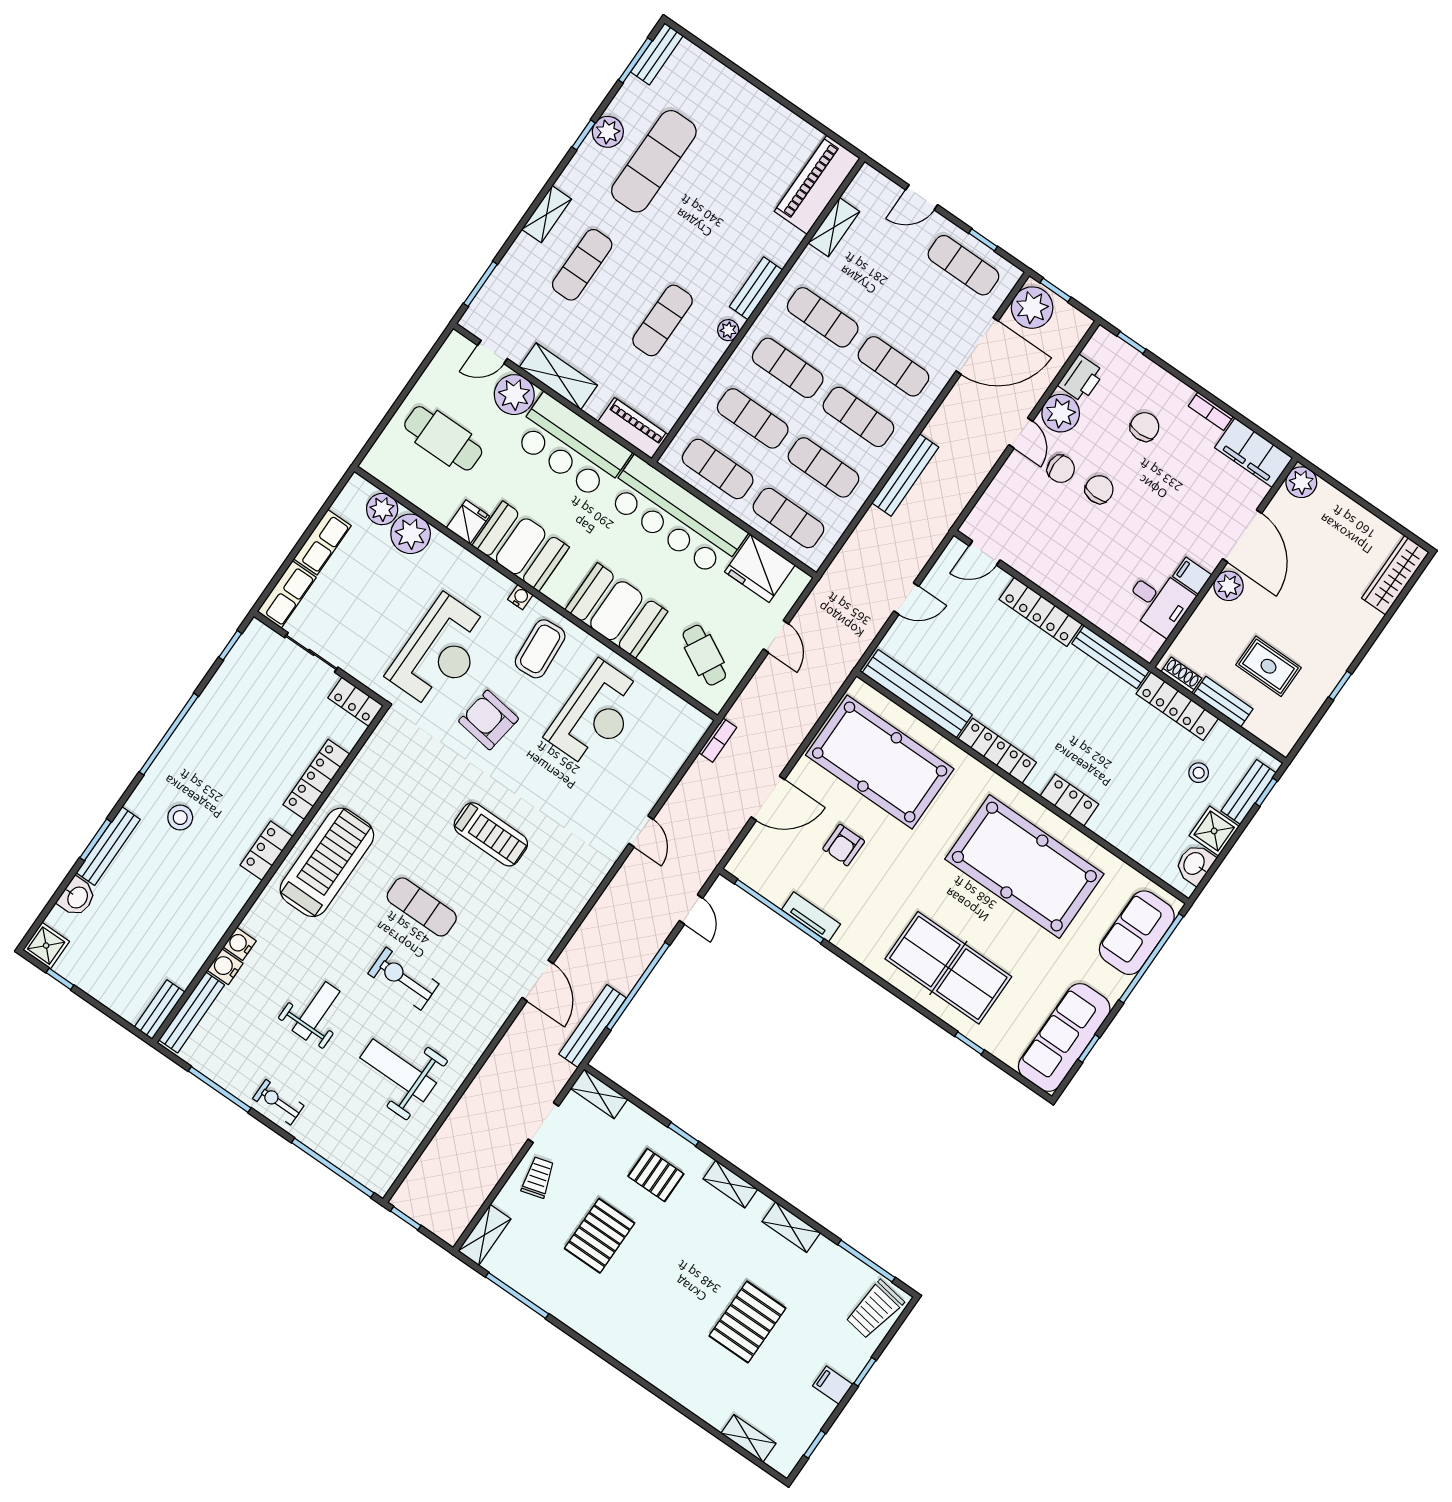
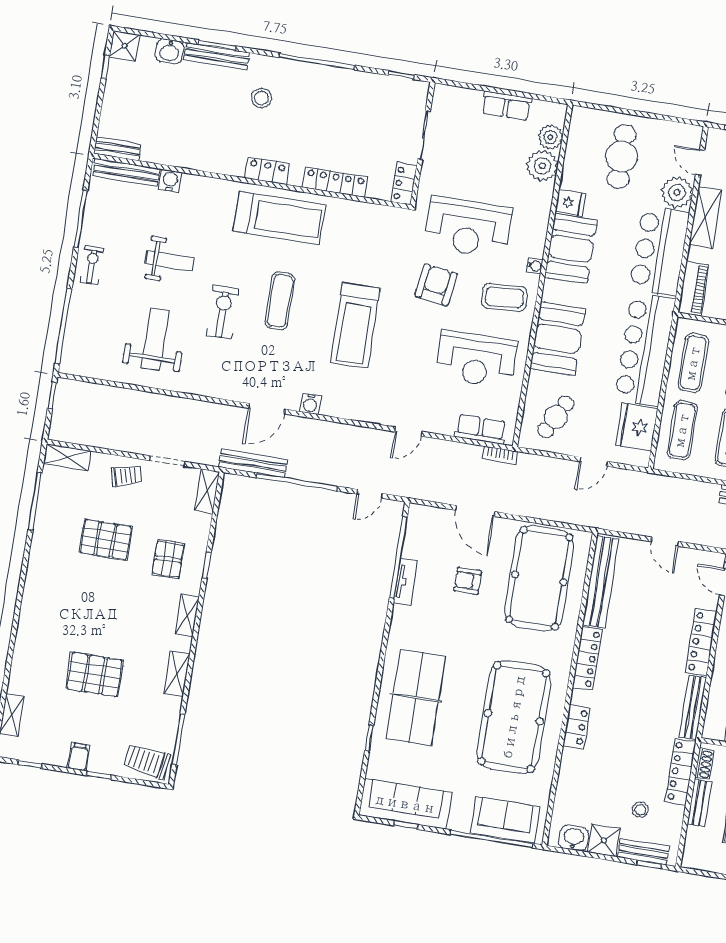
row of seats: (287, 594) -> (481, 429), moved, turned 180
treadmill: (491, 834) -> (355, 325), width x1.37, depth x1.38
water cooler: (240, 944) -> (310, 404), moved, turned 180

